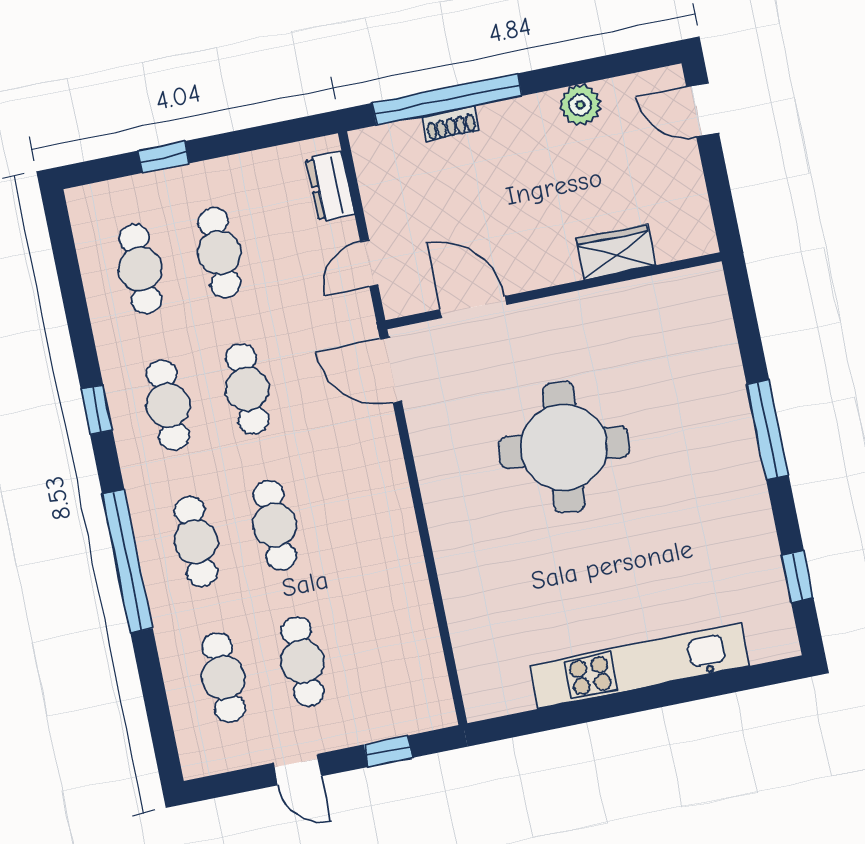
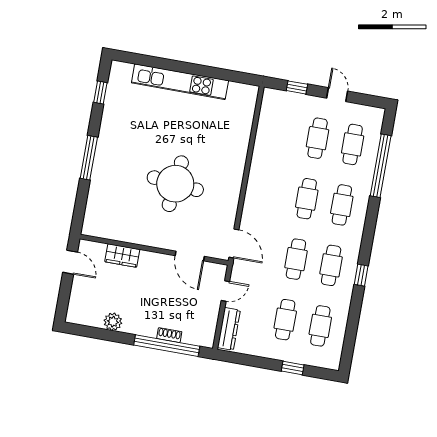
door: (703, 110) -> (70, 262), moved
dresser: (330, 186) -> (229, 329), width x1.44
window: (127, 561) -> (381, 166), moved

